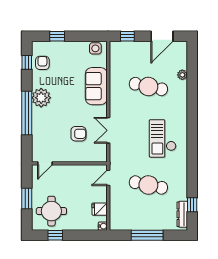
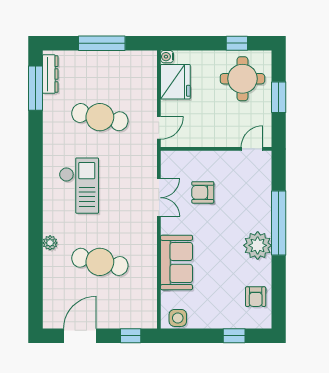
window: (27, 62) -> (279, 297), removed
plant: (182, 75) -> (50, 243), moved
window: (192, 205) -> (36, 88), width x2.17
fridge: (100, 209) -> (175, 82), width x1.88, depth x1.34

